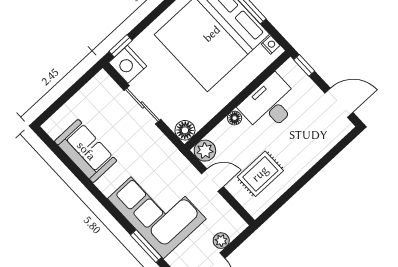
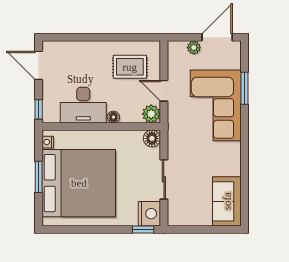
sofa: (86, 151) -> (227, 201), moved

